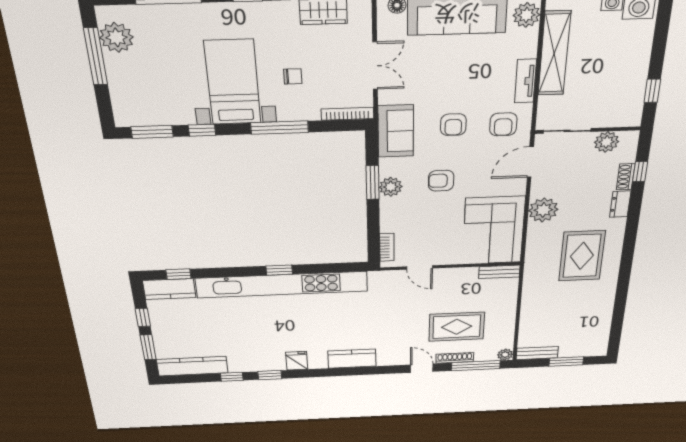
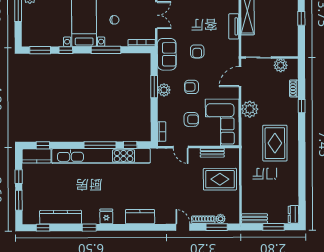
window: (652, 91) -> (301, 18), moved
armchair: (503, 124) -> (191, 119), moved, turned -90
window: (640, 172) -> (302, 106), moved
dresser: (620, 204) -> (293, 214), moved
window: (332, 268) -> (130, 145), added
window: (279, 270) -> (100, 145), width x2.17
bench: (499, 272) -> (212, 153), moved
rug: (457, 327) -> (220, 179), moved
plant: (505, 355) -> (221, 219), moved
kitchen counter: (192, 366) -> (61, 217), moved
window: (476, 366) -> (217, 227), width x0.69
window: (232, 377) -> (43, 228), moved

